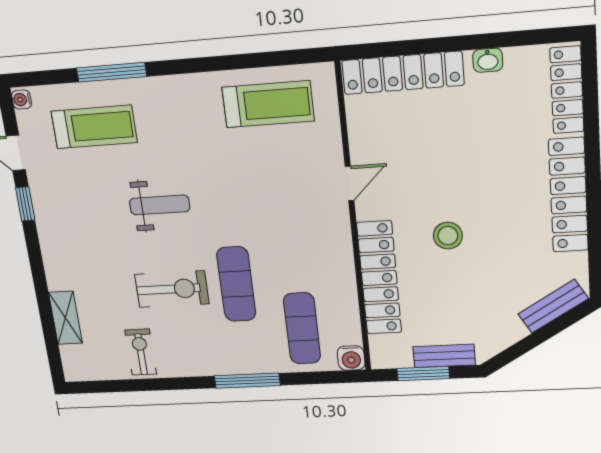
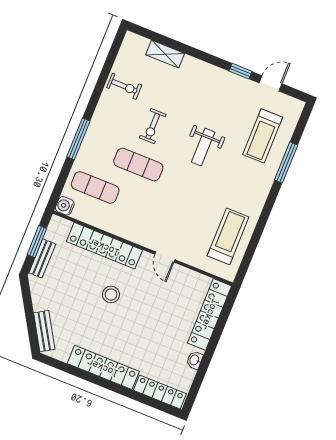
water cooler: (22, 99) -> (297, 105), removed
treadmill: (268, 104) -> (228, 236), turned 180
exercise bike: (172, 289) -> (153, 126), width x0.73, depth x0.72

